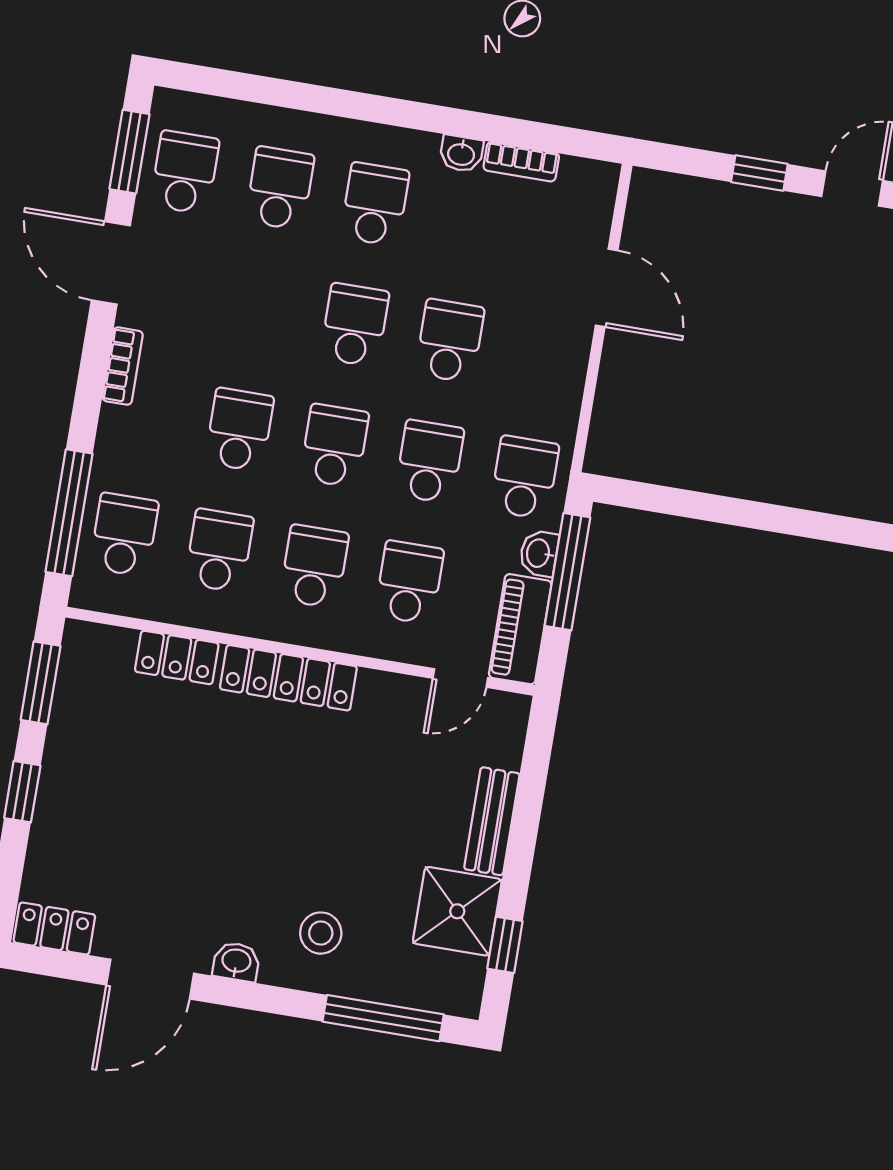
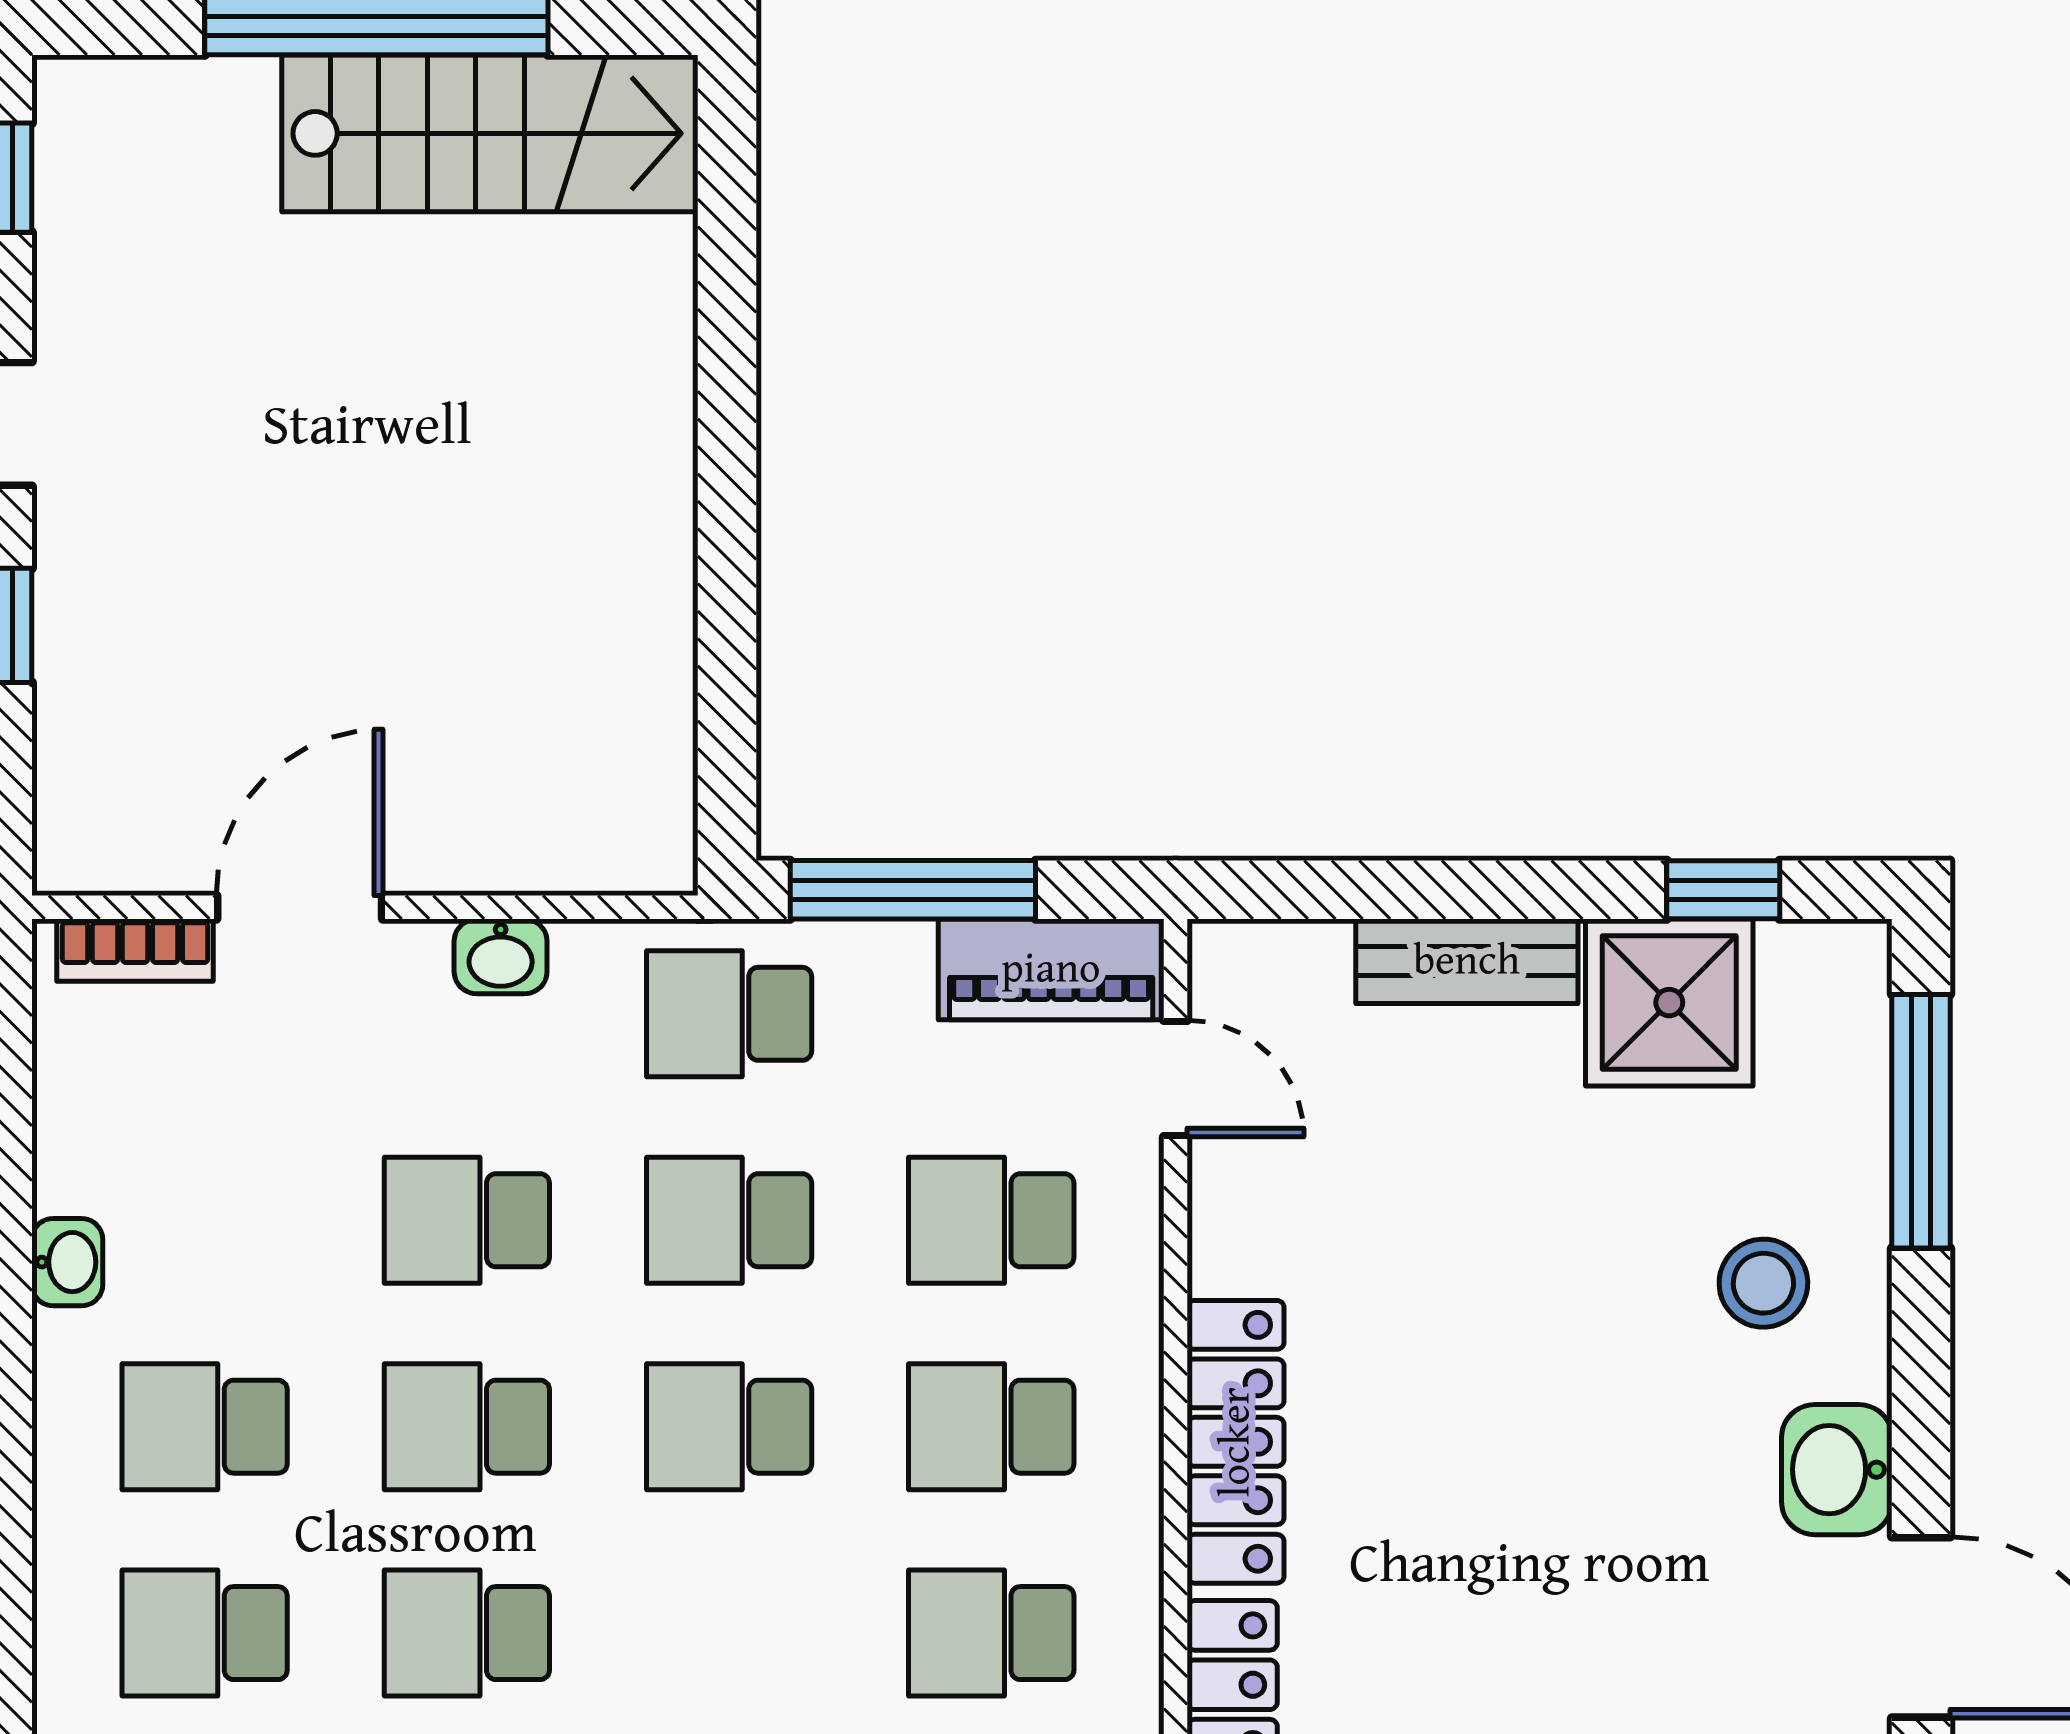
bookcase: (521, 162) -> (135, 950), moved, turned 90
school desk: (239, 430) -> (467, 1633), moved
washbasin: (539, 553) -> (501, 956), moved
washbasin: (236, 962) -> (1837, 1470), width x1.38, depth x1.45

